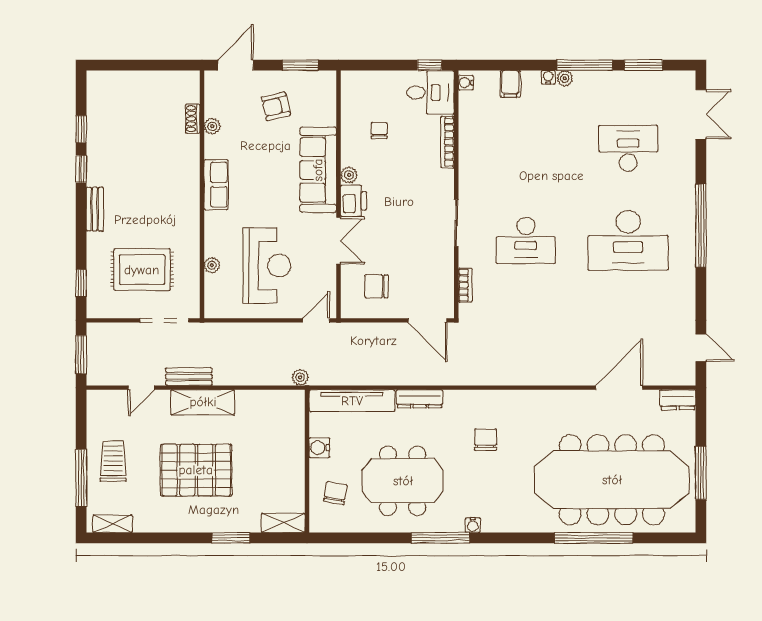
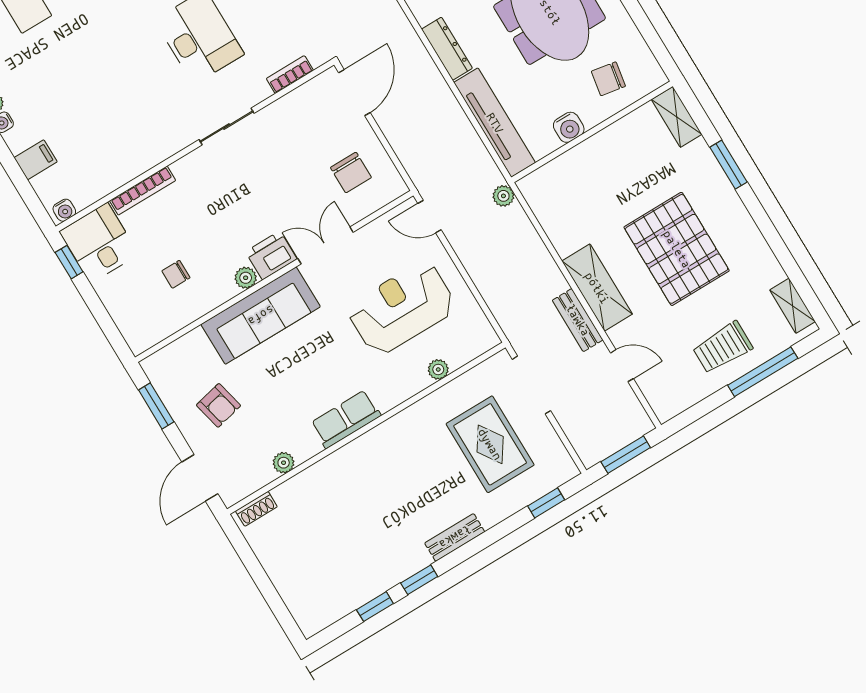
door: (236, 65) -> (200, 478), hinge flipped
shoe rack: (193, 119) -> (256, 509), moved

